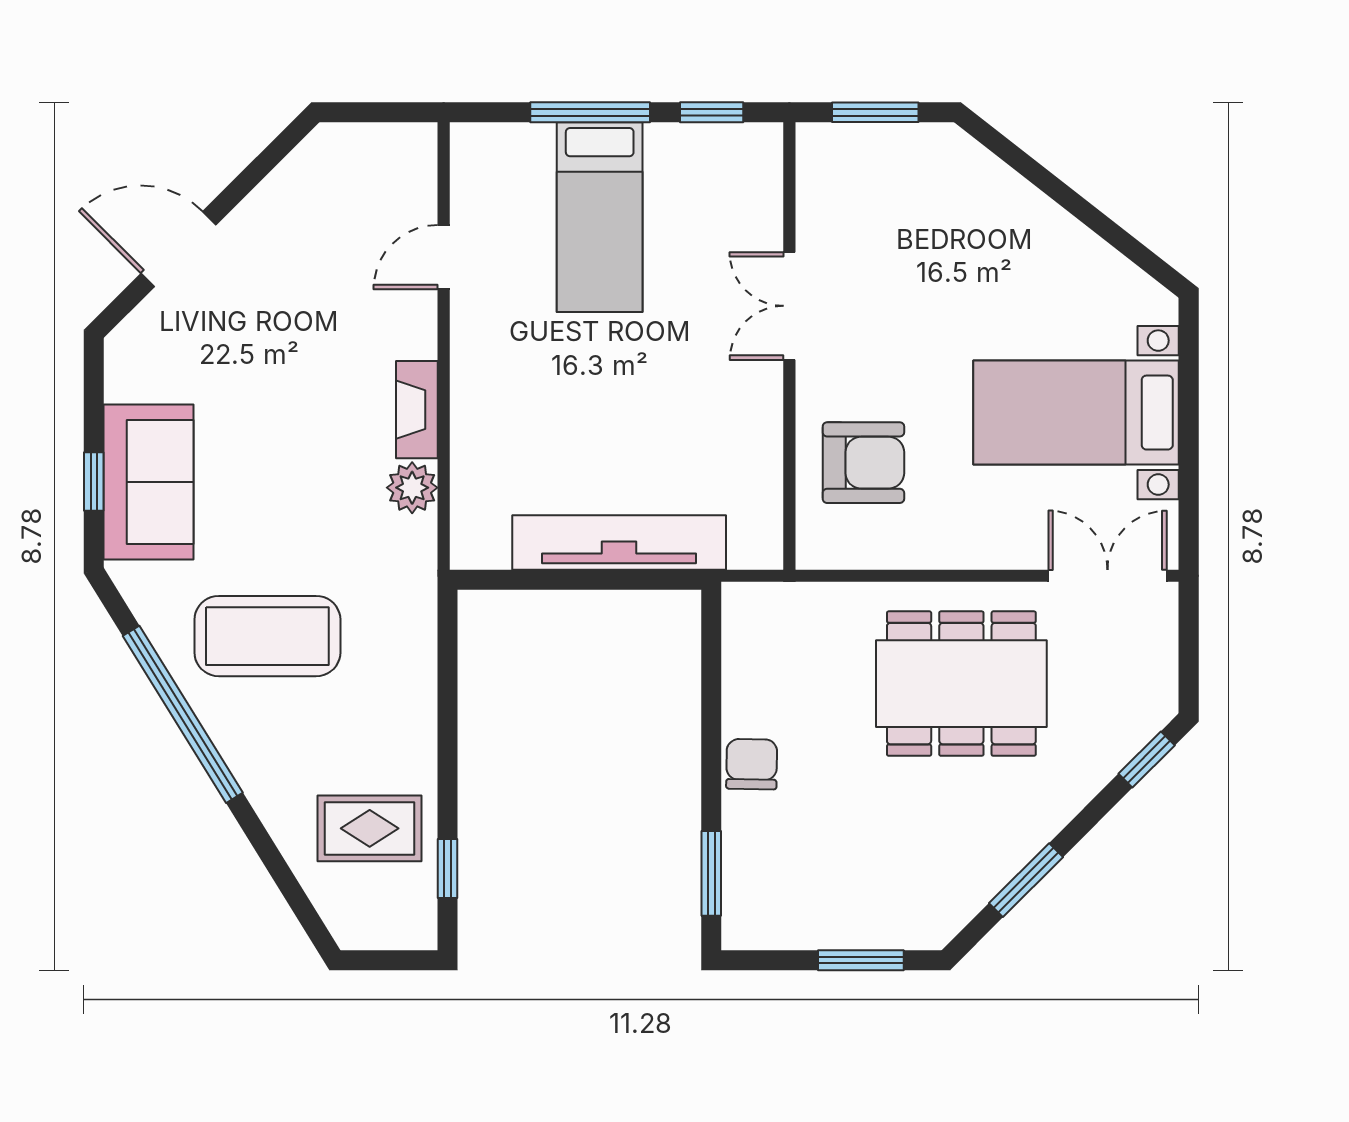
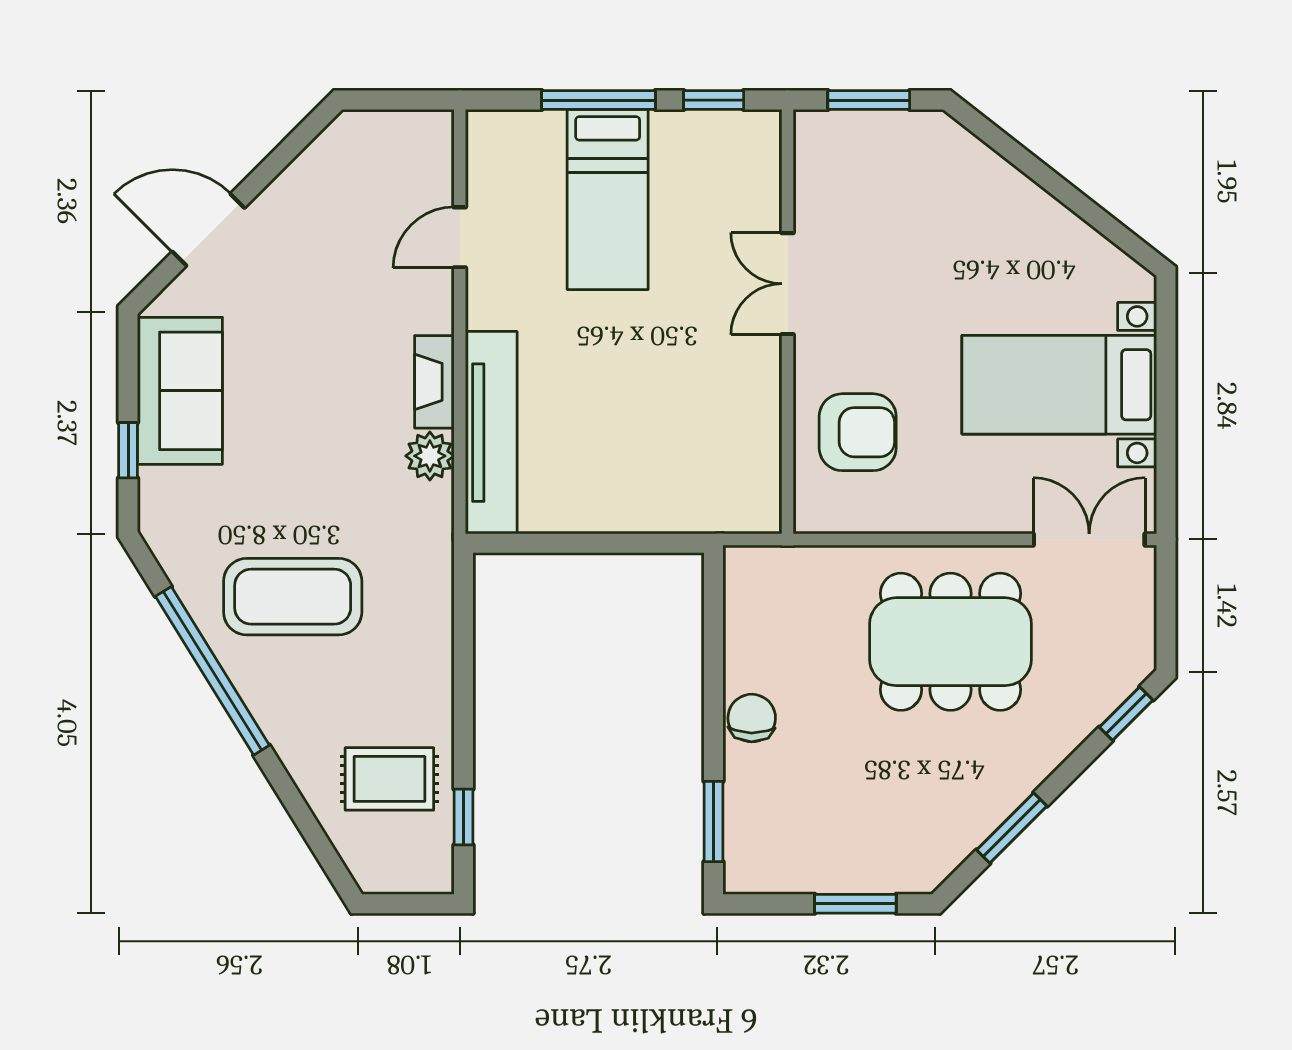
sofa: (149, 482) -> (180, 391), moved
tv unit: (619, 543) -> (491, 433), moved, turned 90

